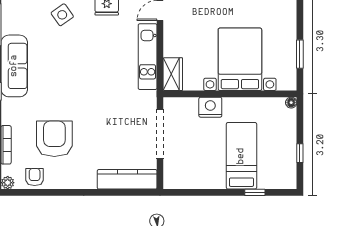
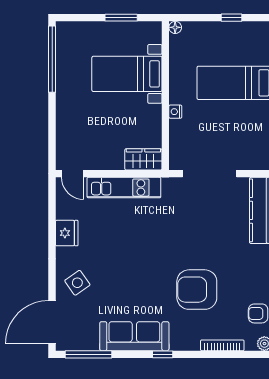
bed with nightstands: (240, 59) -> (127, 74), width x0.73
nightstand: (210, 107) -> (175, 112), width x0.53, depth x0.56
armchair: (54, 139) -> (197, 290), moved

